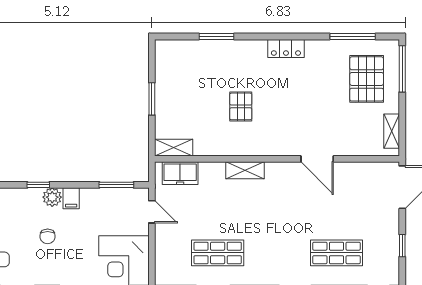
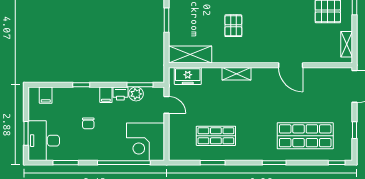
shelving: (174, 148) -> (190, 55), width x1.50, depth x1.33
plant: (52, 197) -> (136, 94), moved
printer: (90, 197) -> (120, 93), added
shop shelf: (336, 253) -> (305, 136), width x1.43, depth x1.36

